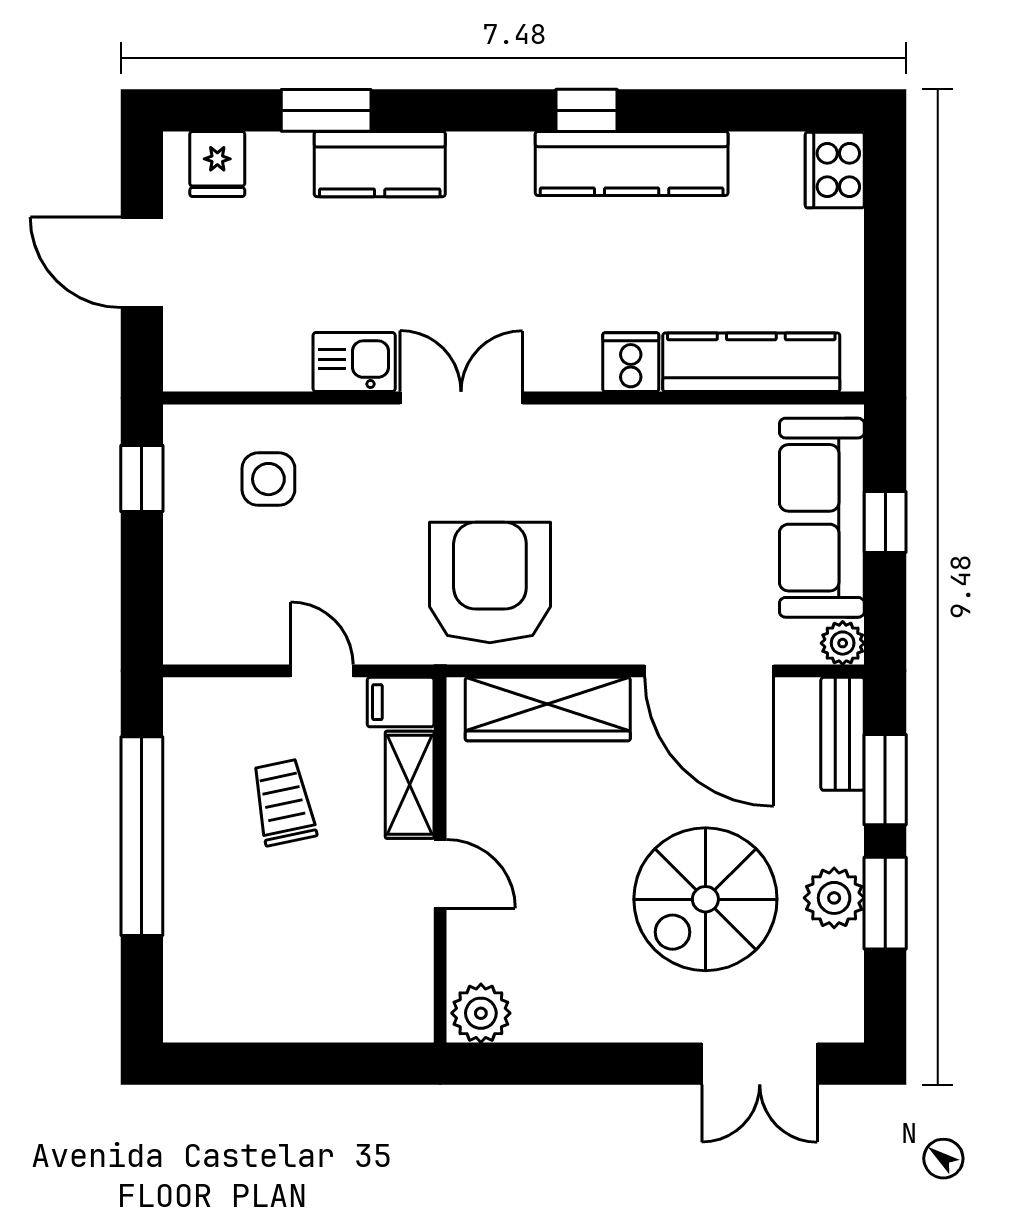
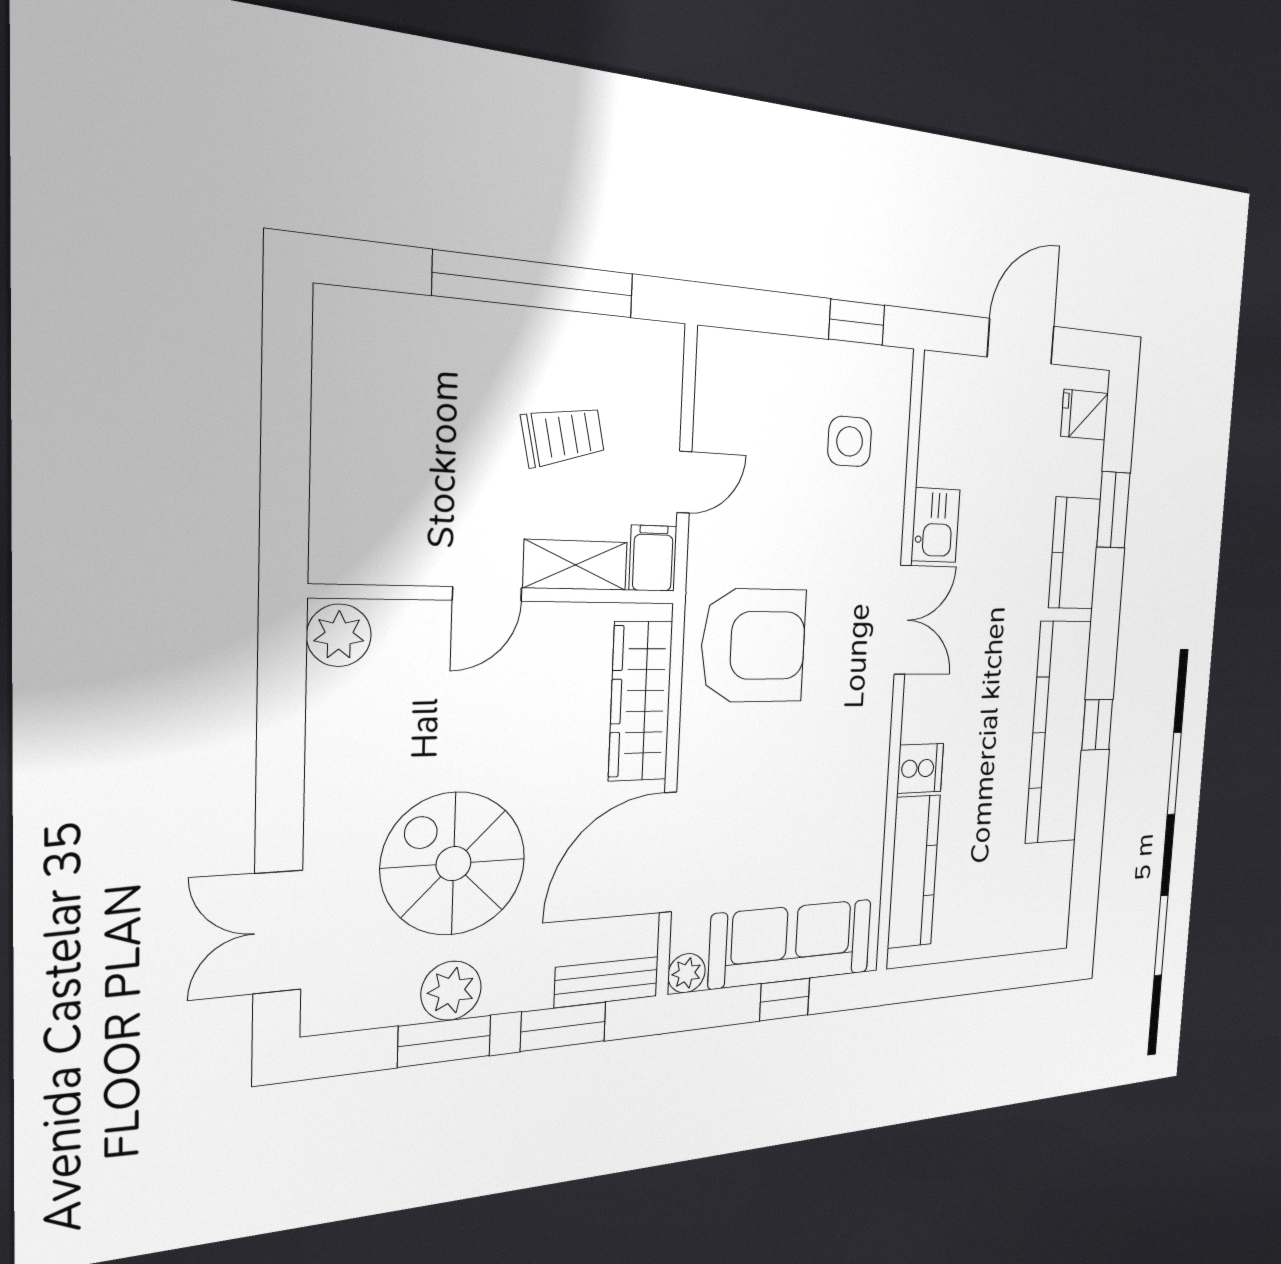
kitchen counter: (632, 163) -> (1058, 732), width x1.39, depth x1.17
cooker: (835, 170) -> (1043, 928), removed

